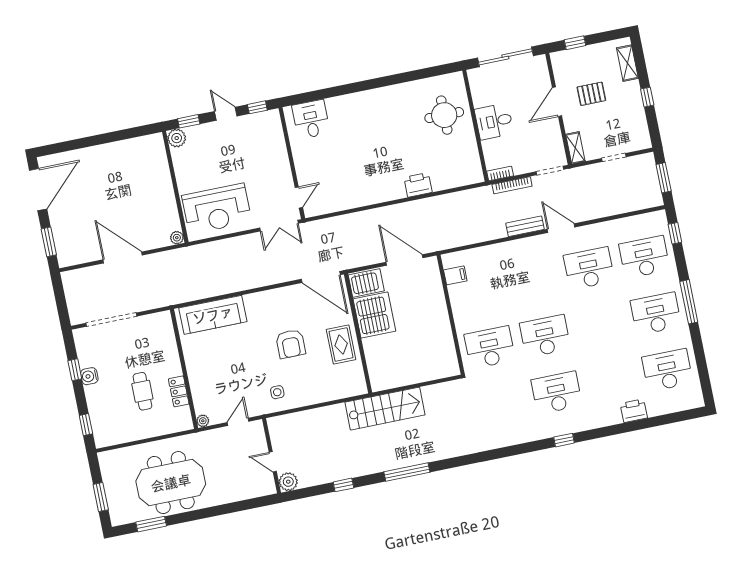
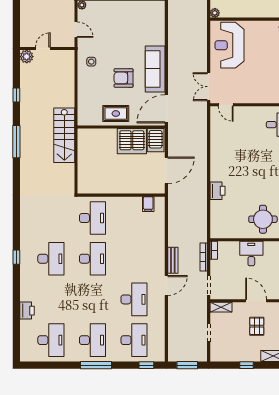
sofa: (213, 315) -> (155, 69), moved

